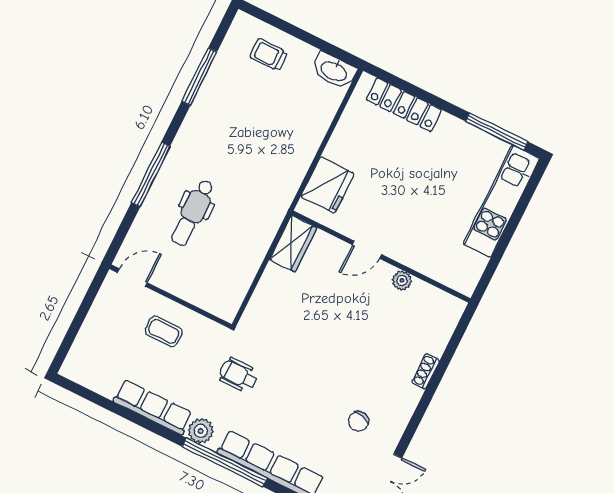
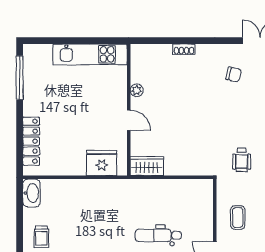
kitchen unit: (501, 201) -> (90, 54), moved
dental chair: (193, 213) -> (158, 235), turned 180

